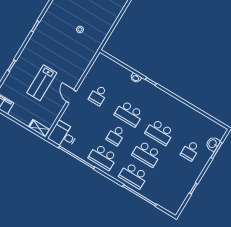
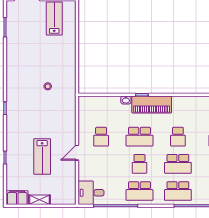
piano: (154, 94) -> (152, 104), added
door: (71, 96) -> (77, 153), hinge flipped
shelving: (39, 128) -> (39, 200), moved
school desk: (160, 132) -> (178, 137), width x0.54

